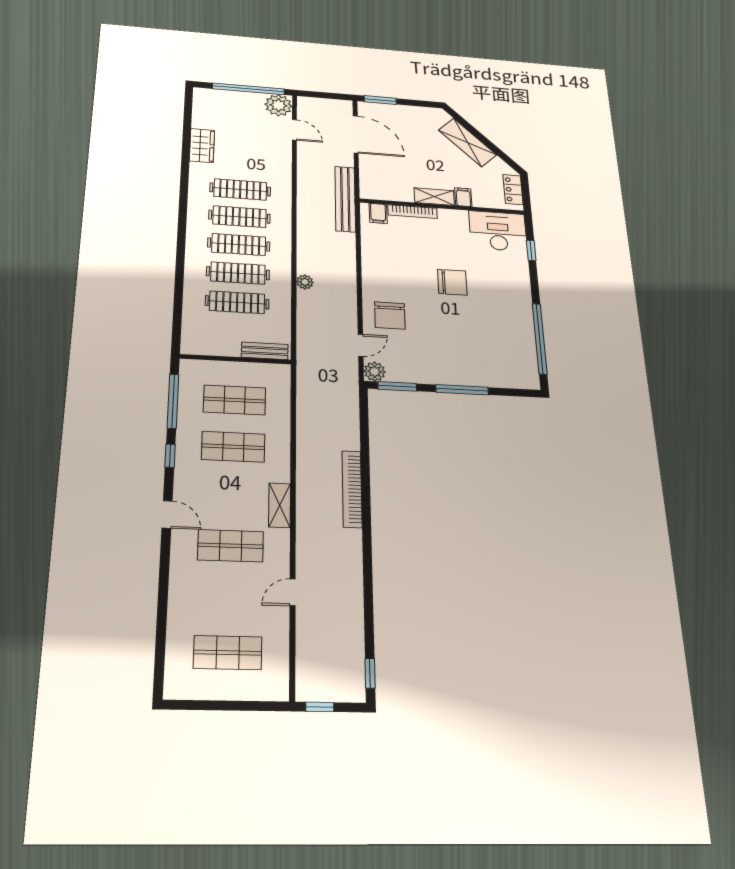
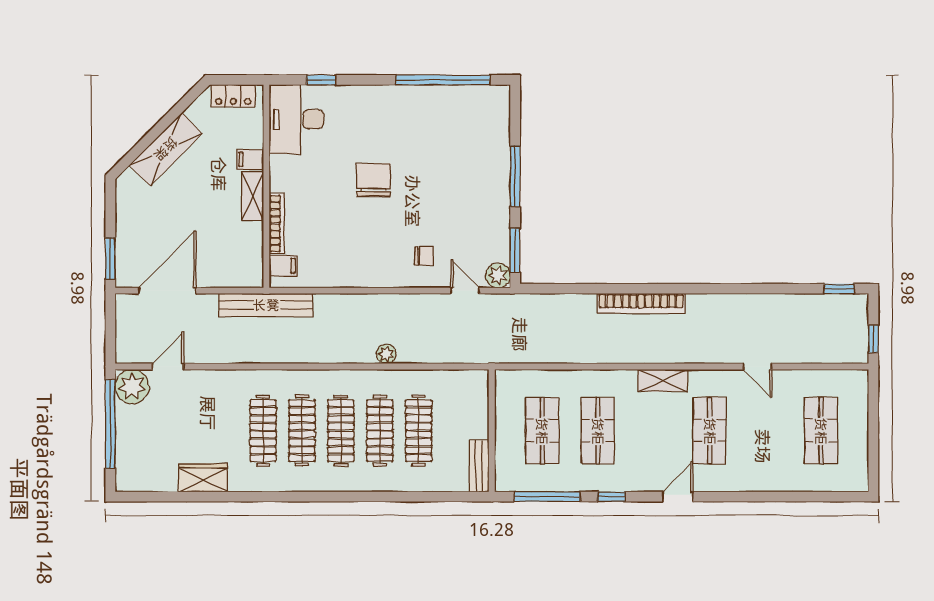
chair: (390, 315) -> (424, 256), width x0.54, depth x0.54
bench: (265, 351) -> (479, 466), moved

